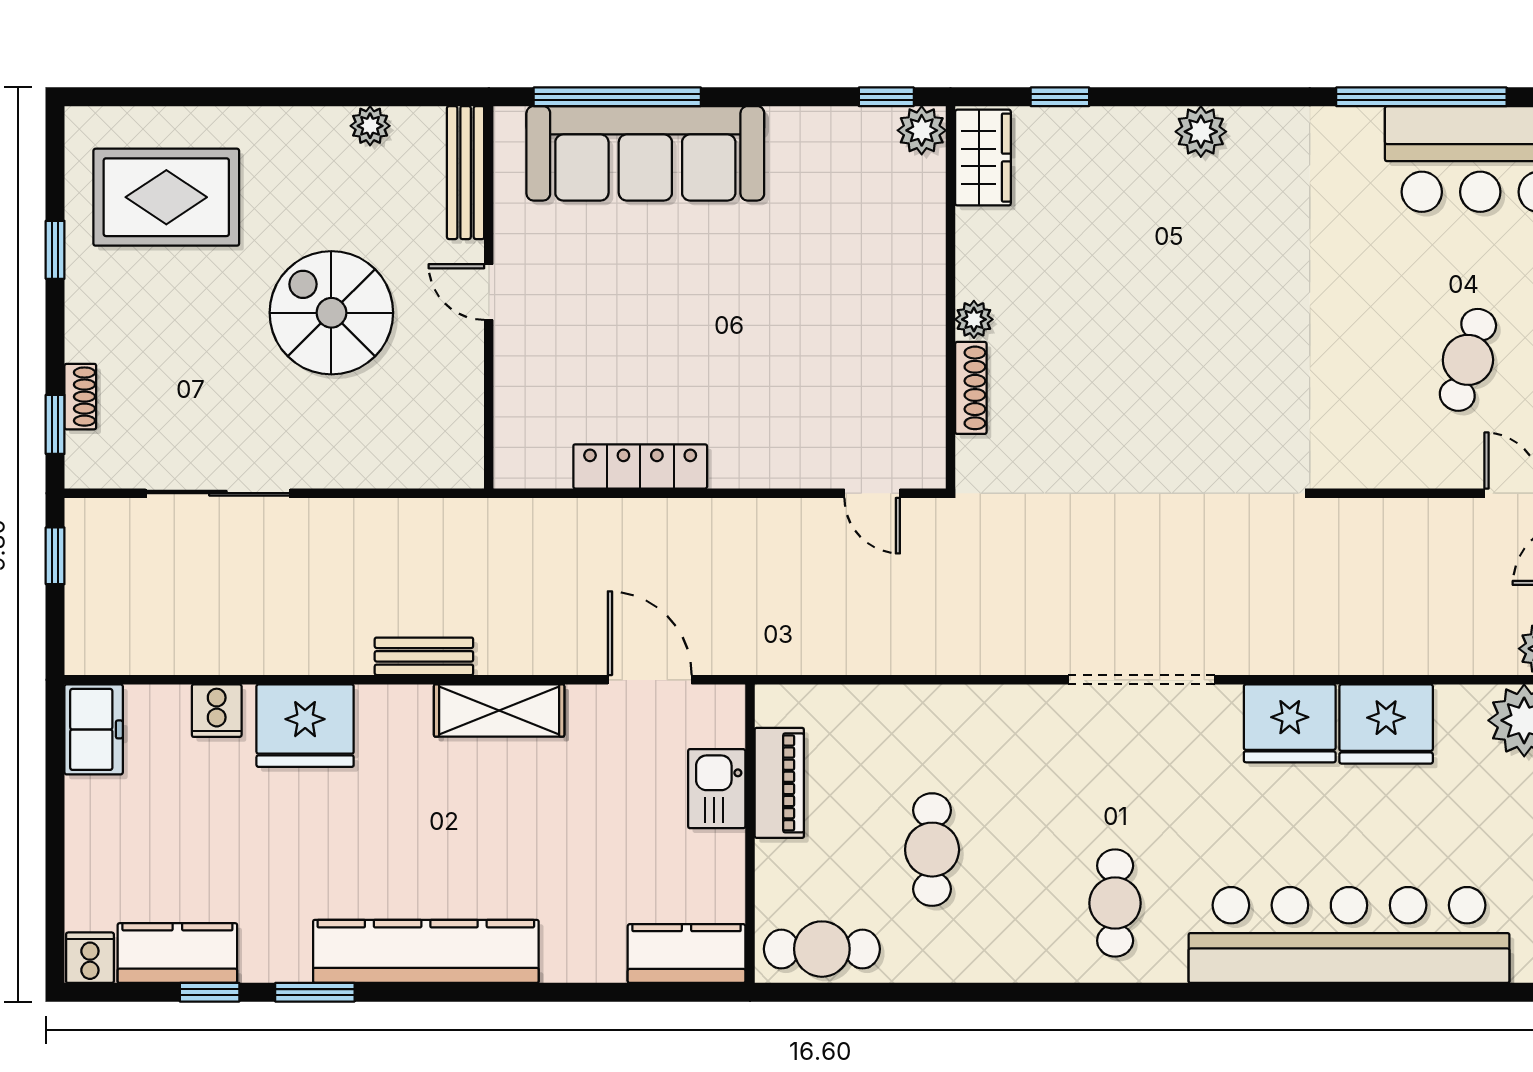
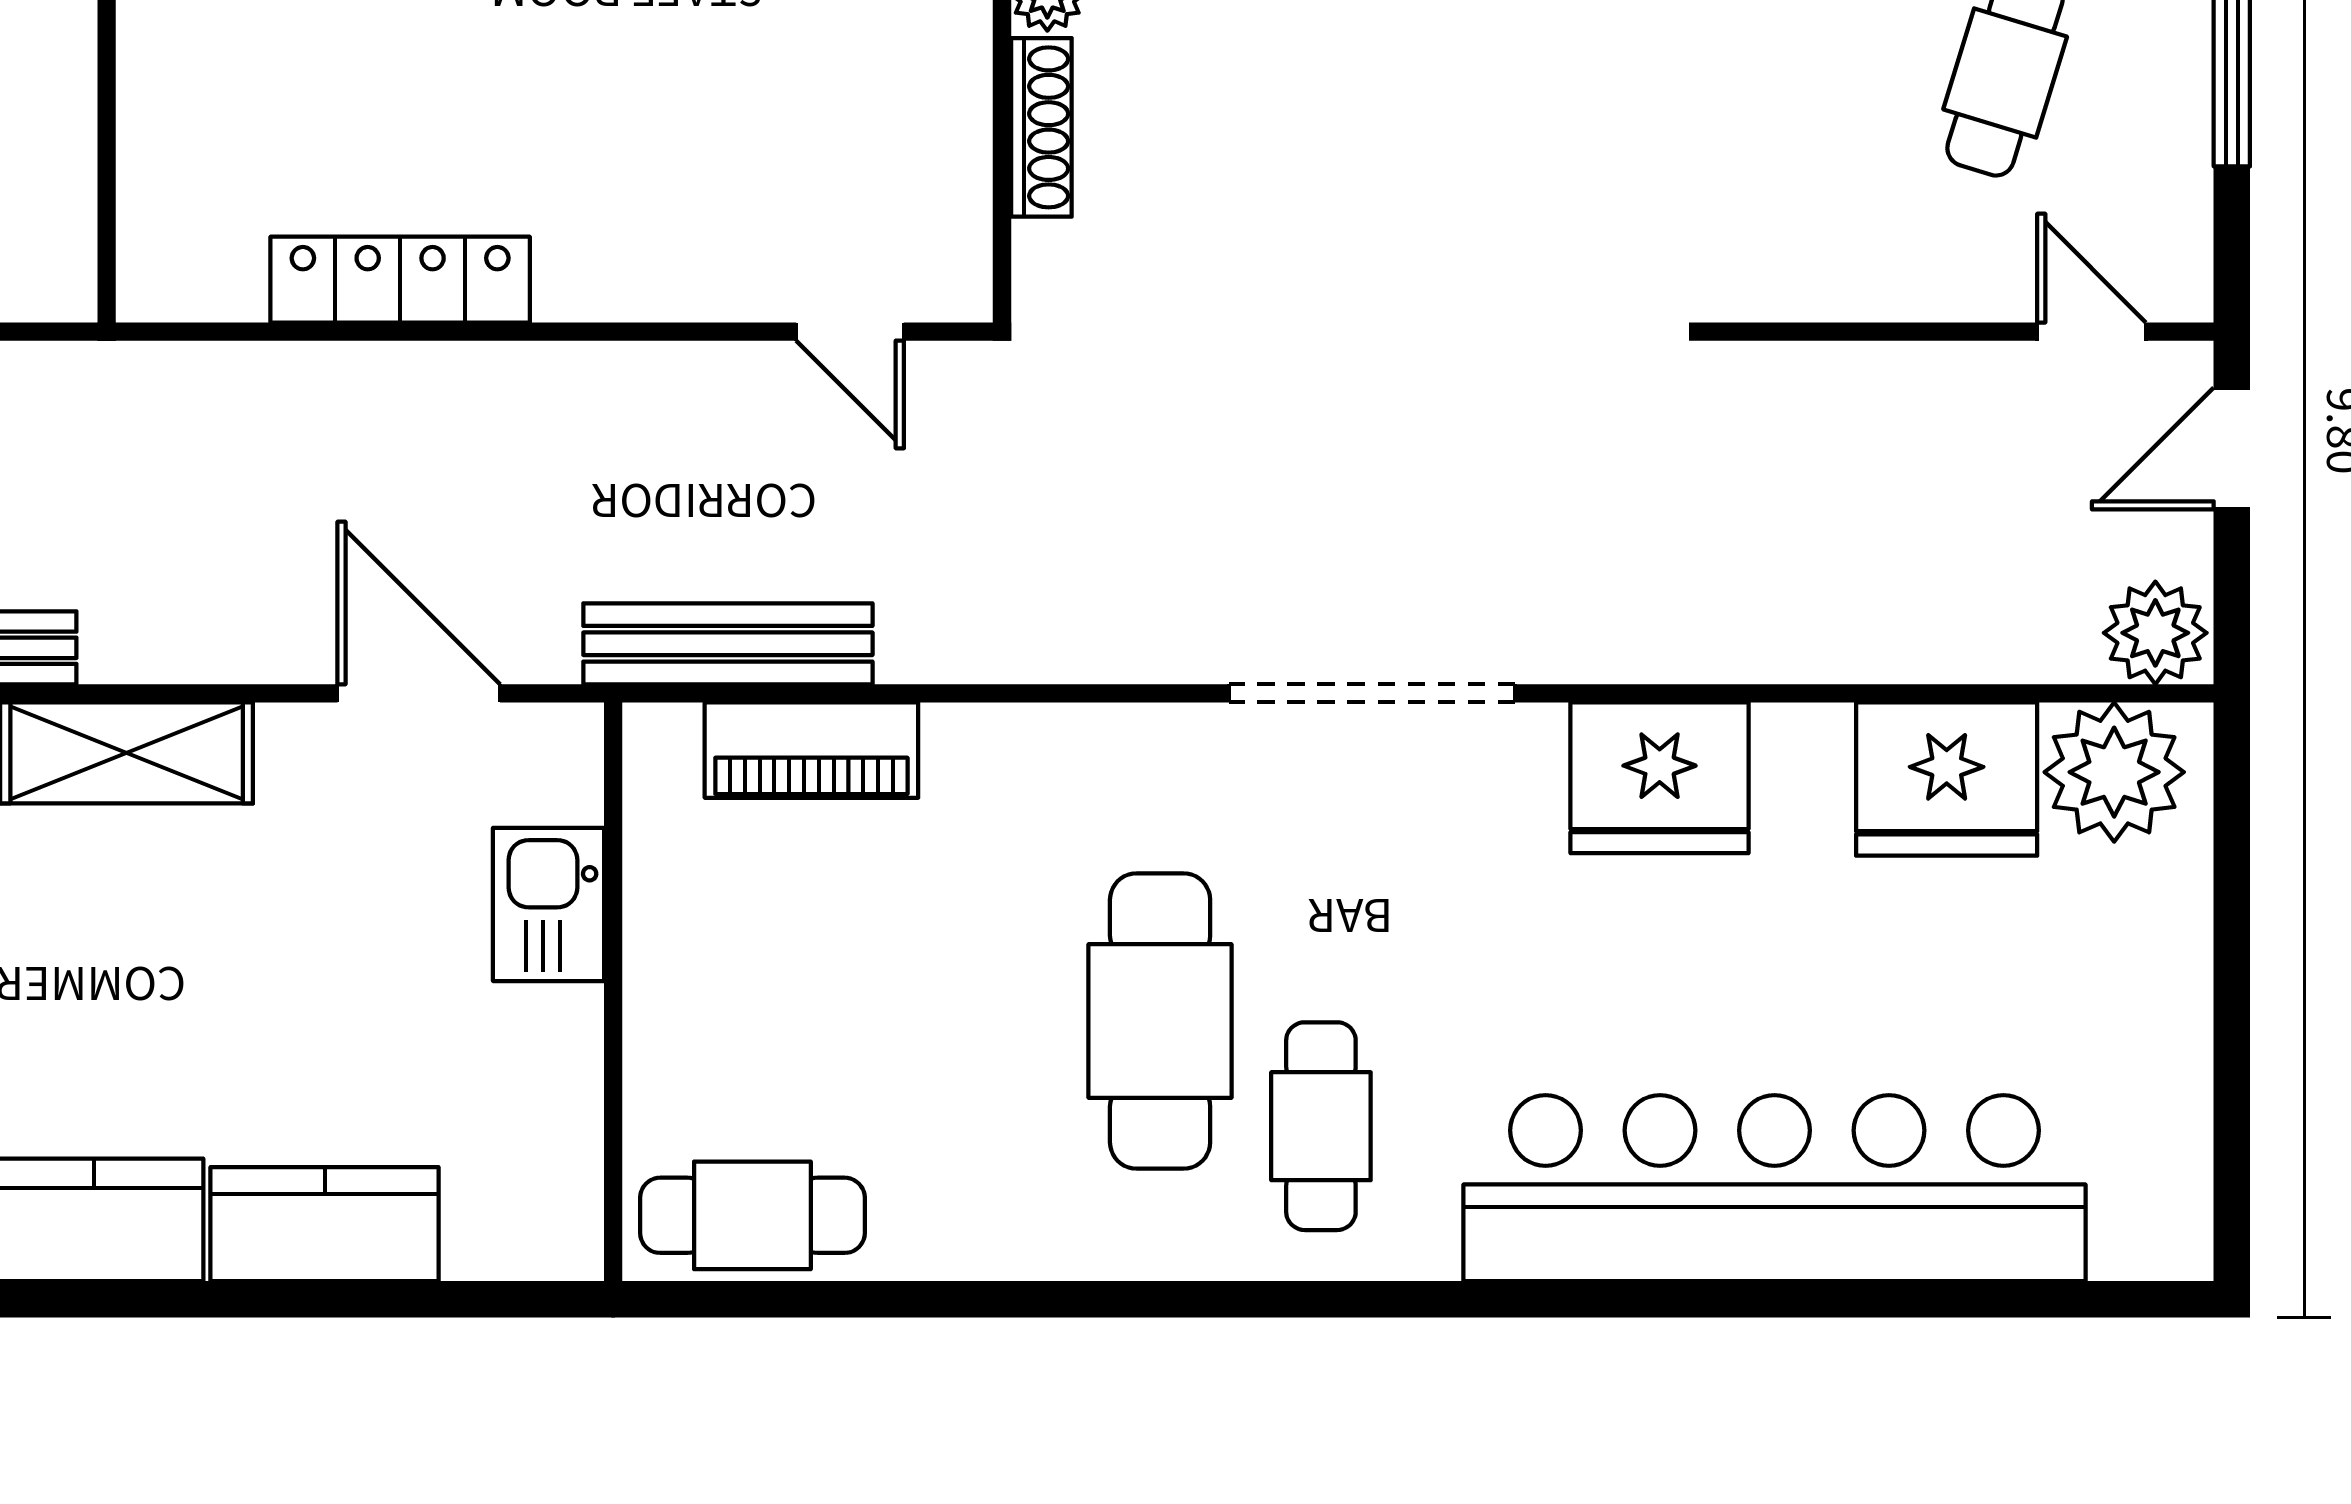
bench: (809, 654) -> (728, 644), added
fridge: (1386, 724) -> (1947, 779), moved
piano: (779, 783) -> (811, 750), moved, turned 90
cafe table: (932, 850) -> (1160, 1021), moved, width x1.37, depth x1.35
kitchen counter: (687, 954) -> (325, 1224), moved

